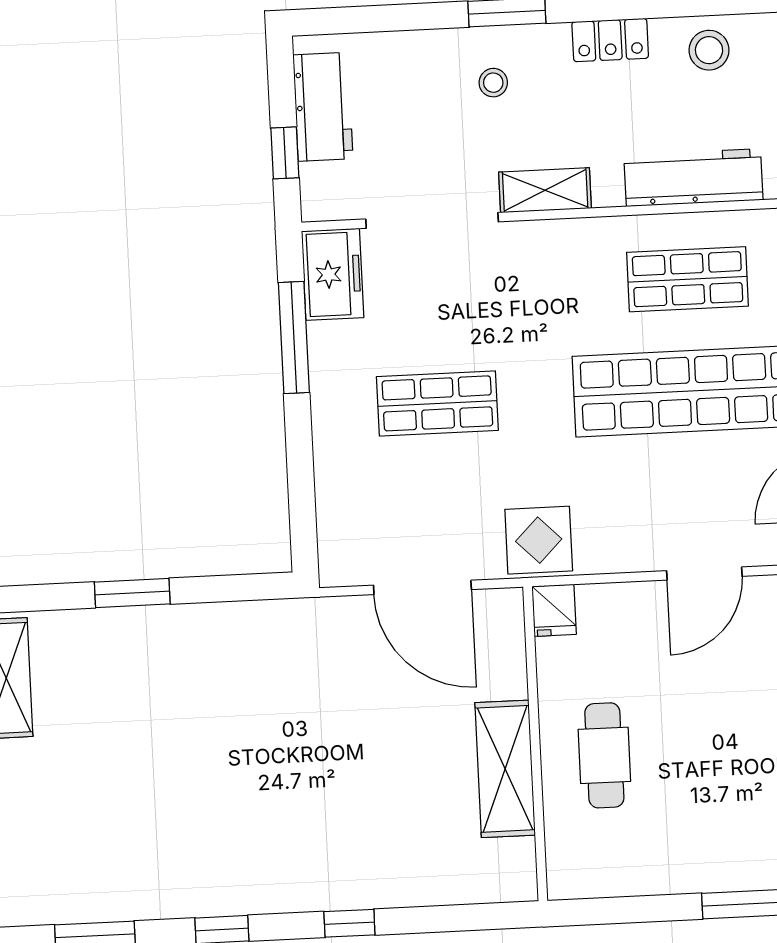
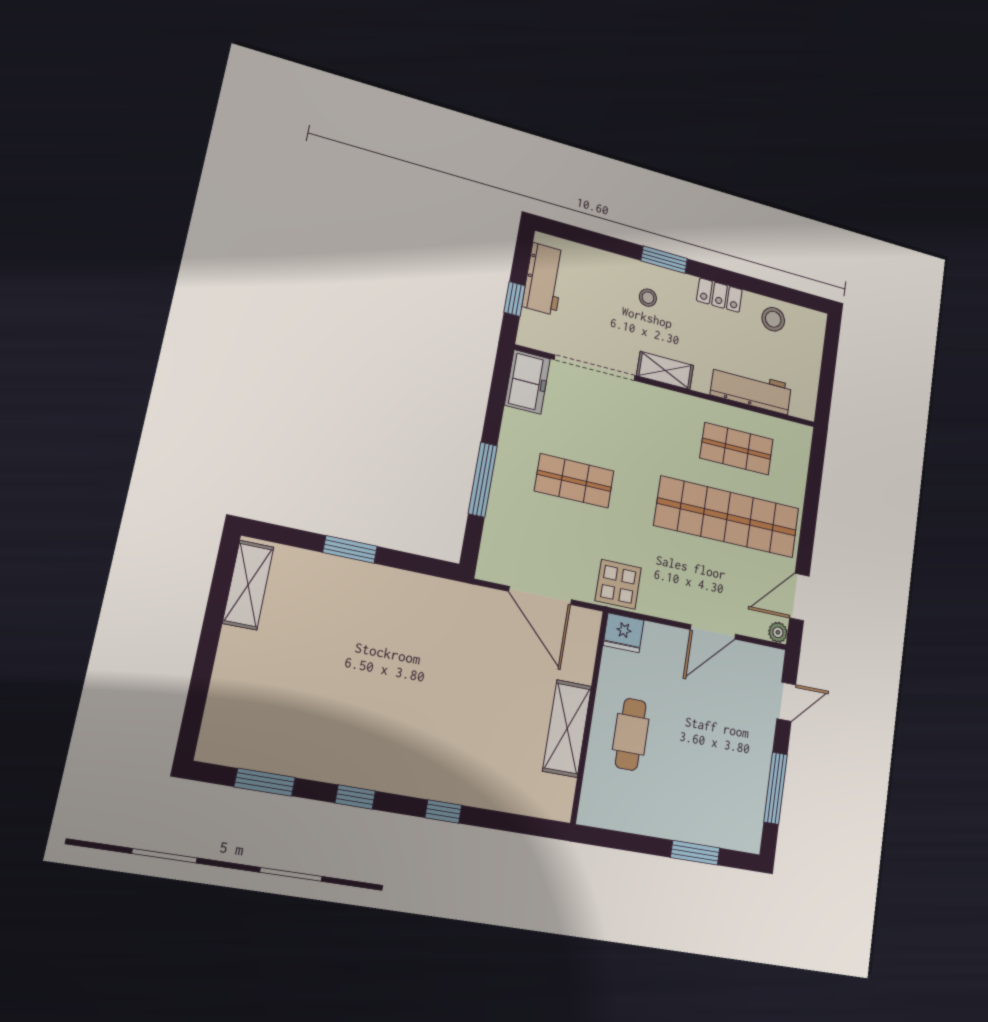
window: (294, 337) -> (483, 480), moved
fridge: (554, 610) -> (624, 633), width x1.38

